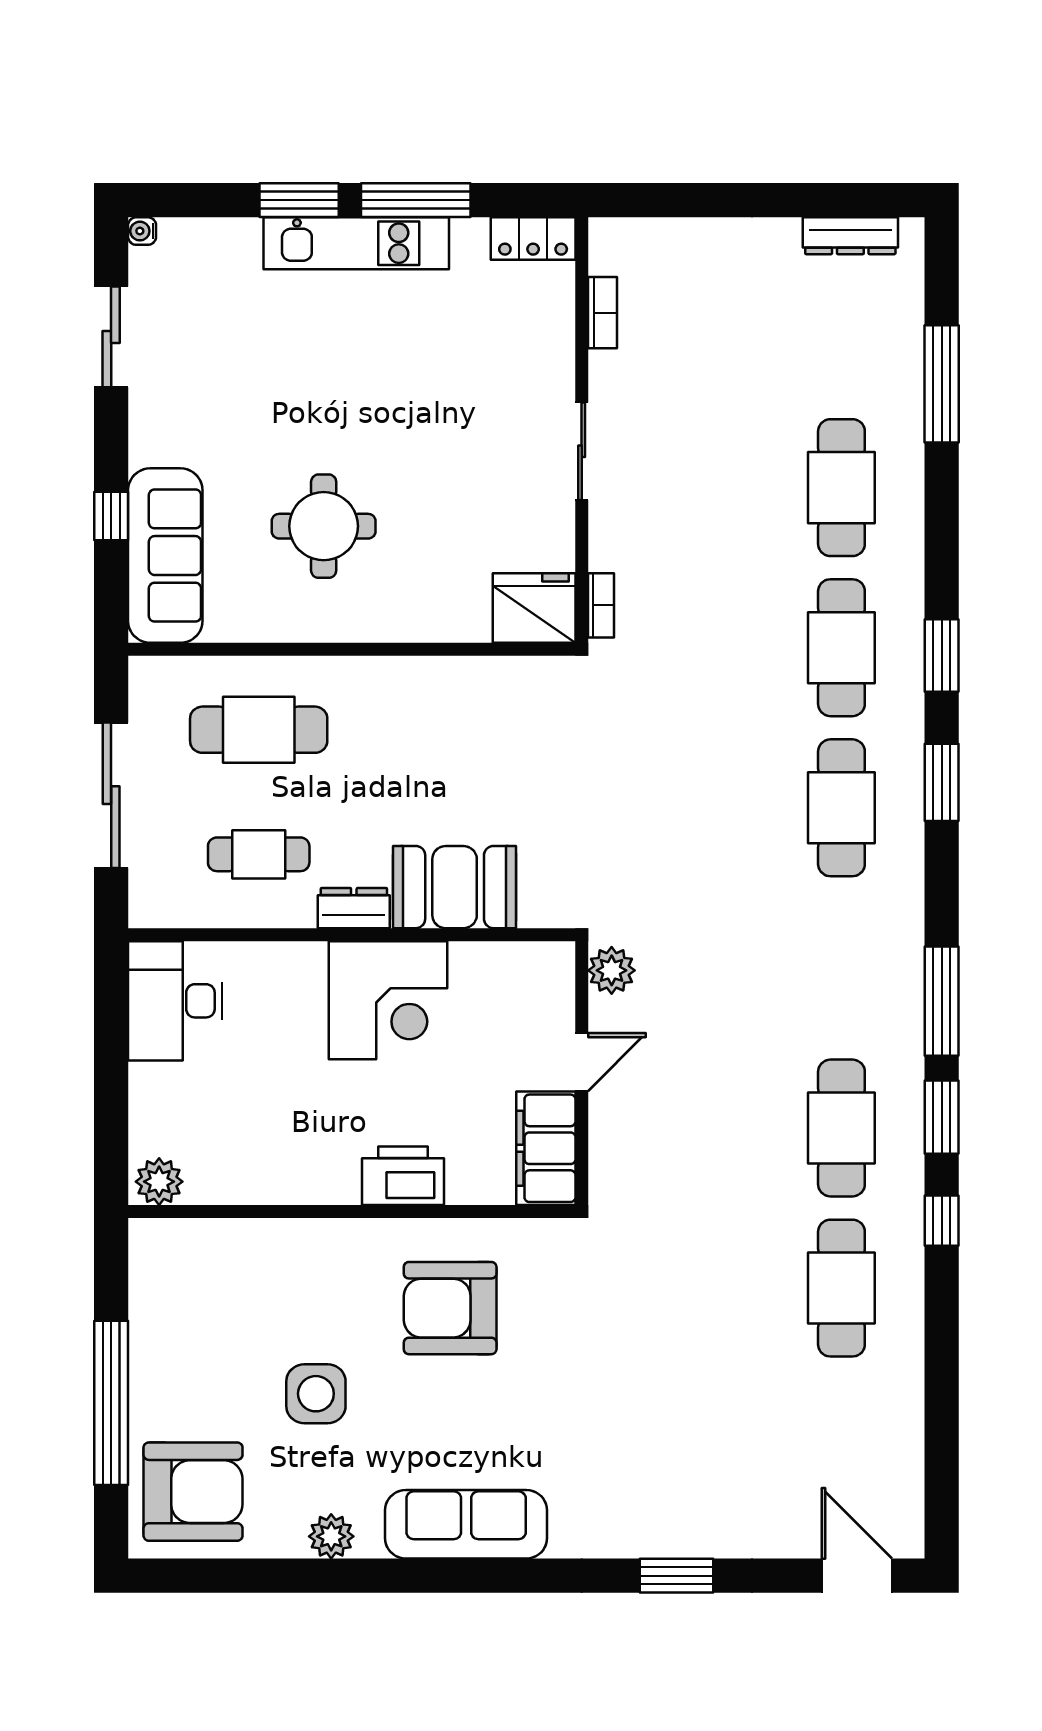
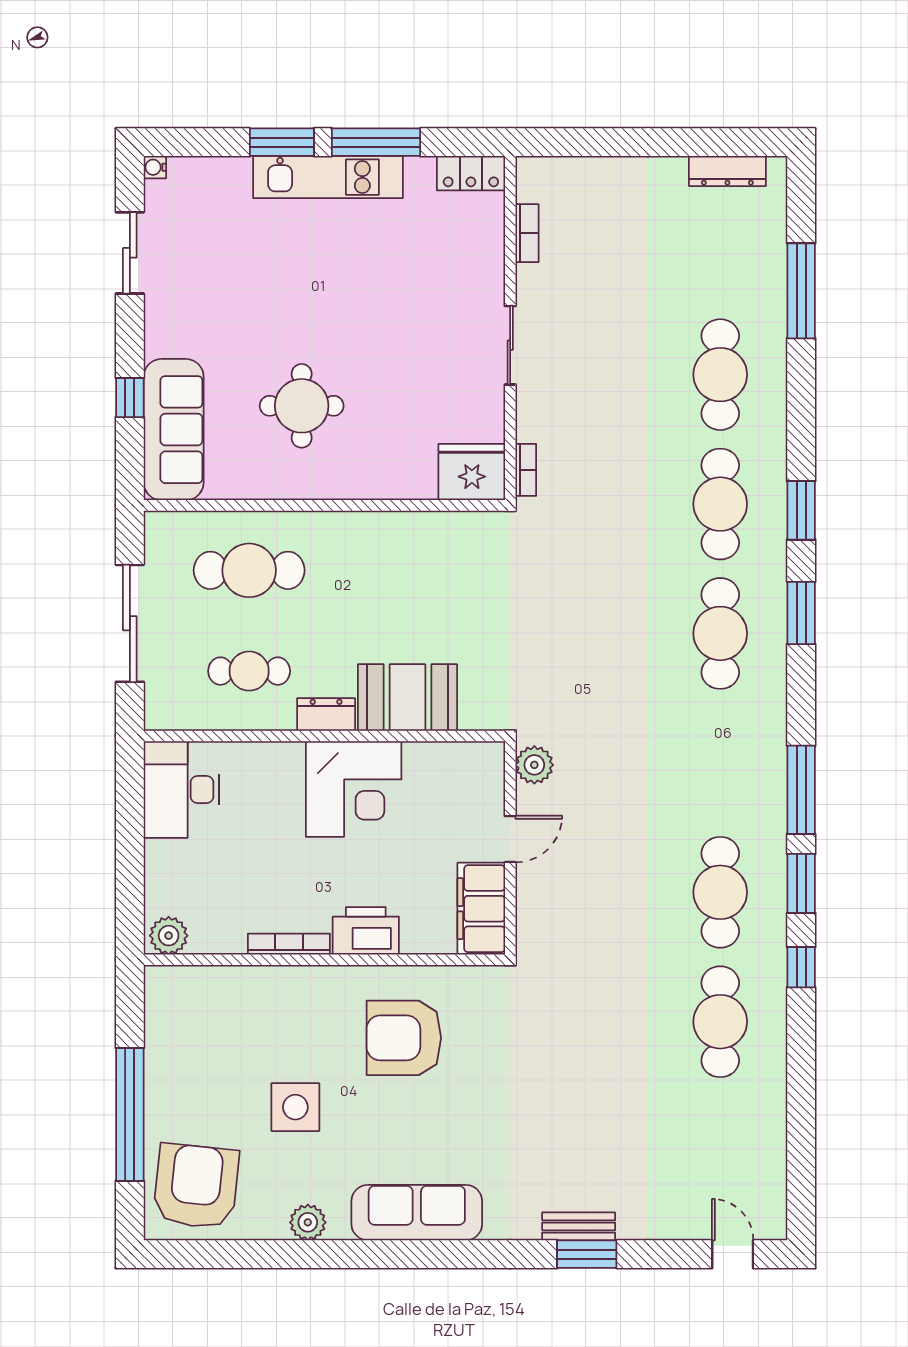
bookcase: (308, 1192) -> (289, 944), added
armchair: (193, 1492) -> (196, 1186), turned -84
bench: (666, 1541) -> (579, 1226), added
door: (857, 1576) -> (733, 1254), width x0.73

